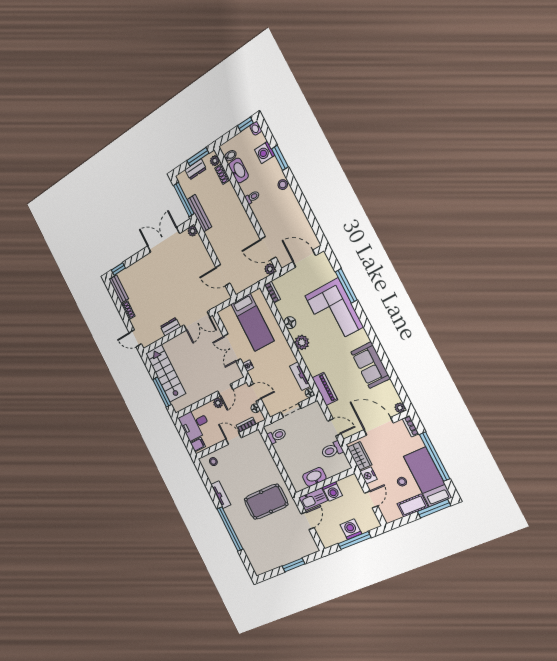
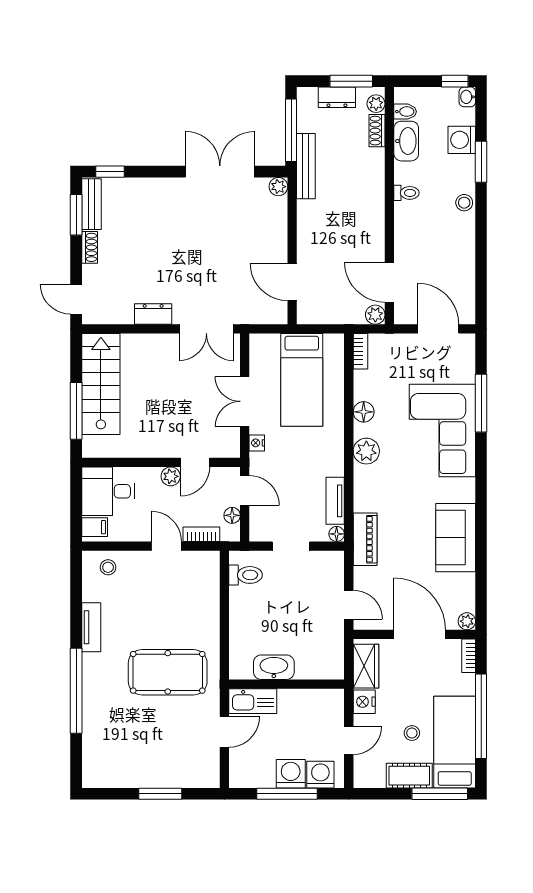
window: (115, 298) -> (76, 215), added
toilet: (332, 450) -> (326, 638), removed
washing machine: (332, 491) -> (320, 775), moved, turned 180

